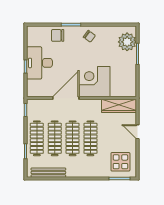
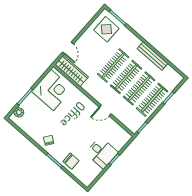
plant: (127, 42) -> (19, 112), width x0.53, depth x0.53
desk: (39, 63) -> (102, 153), width x0.73
corner desk: (95, 82) -> (52, 90), moved, turned -90
door: (66, 98) -> (105, 110), width x0.53
door: (137, 132) -> (68, 48), moved
bench: (48, 173) -> (152, 56), moved

